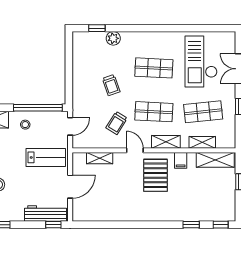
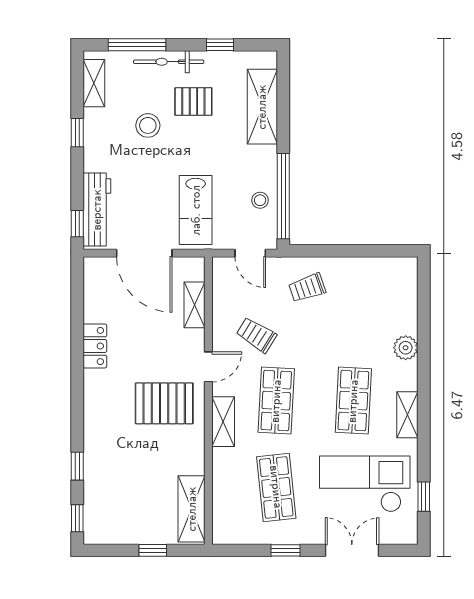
window: (97, 28) -> (424, 497), moved
plant: (113, 38) -> (406, 348), moved
trolley: (111, 85) -> (307, 288), moved
stool: (25, 125) -> (260, 200), moved
shelving: (202, 142) -> (407, 415), moved
filing cabinet: (181, 160) -> (191, 448), removed
door: (70, 187) -> (144, 253), width x1.36
locker: (123, 215) -> (95, 346), added

